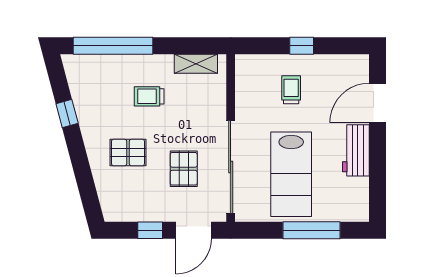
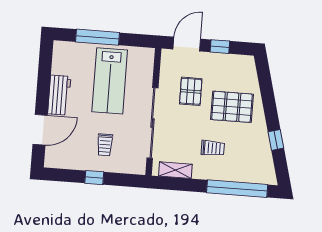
pallet: (128, 153) -> (232, 107), width x1.50, depth x1.42
sliding door: (231, 167) -> (153, 123), moved
lab bench: (291, 174) -> (110, 81), turned 180

